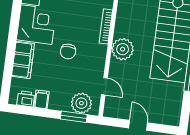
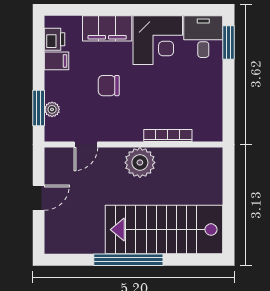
chair: (68, 51) -> (109, 86), moved
plant: (81, 103) -> (52, 109), width x0.53, depth x0.53

